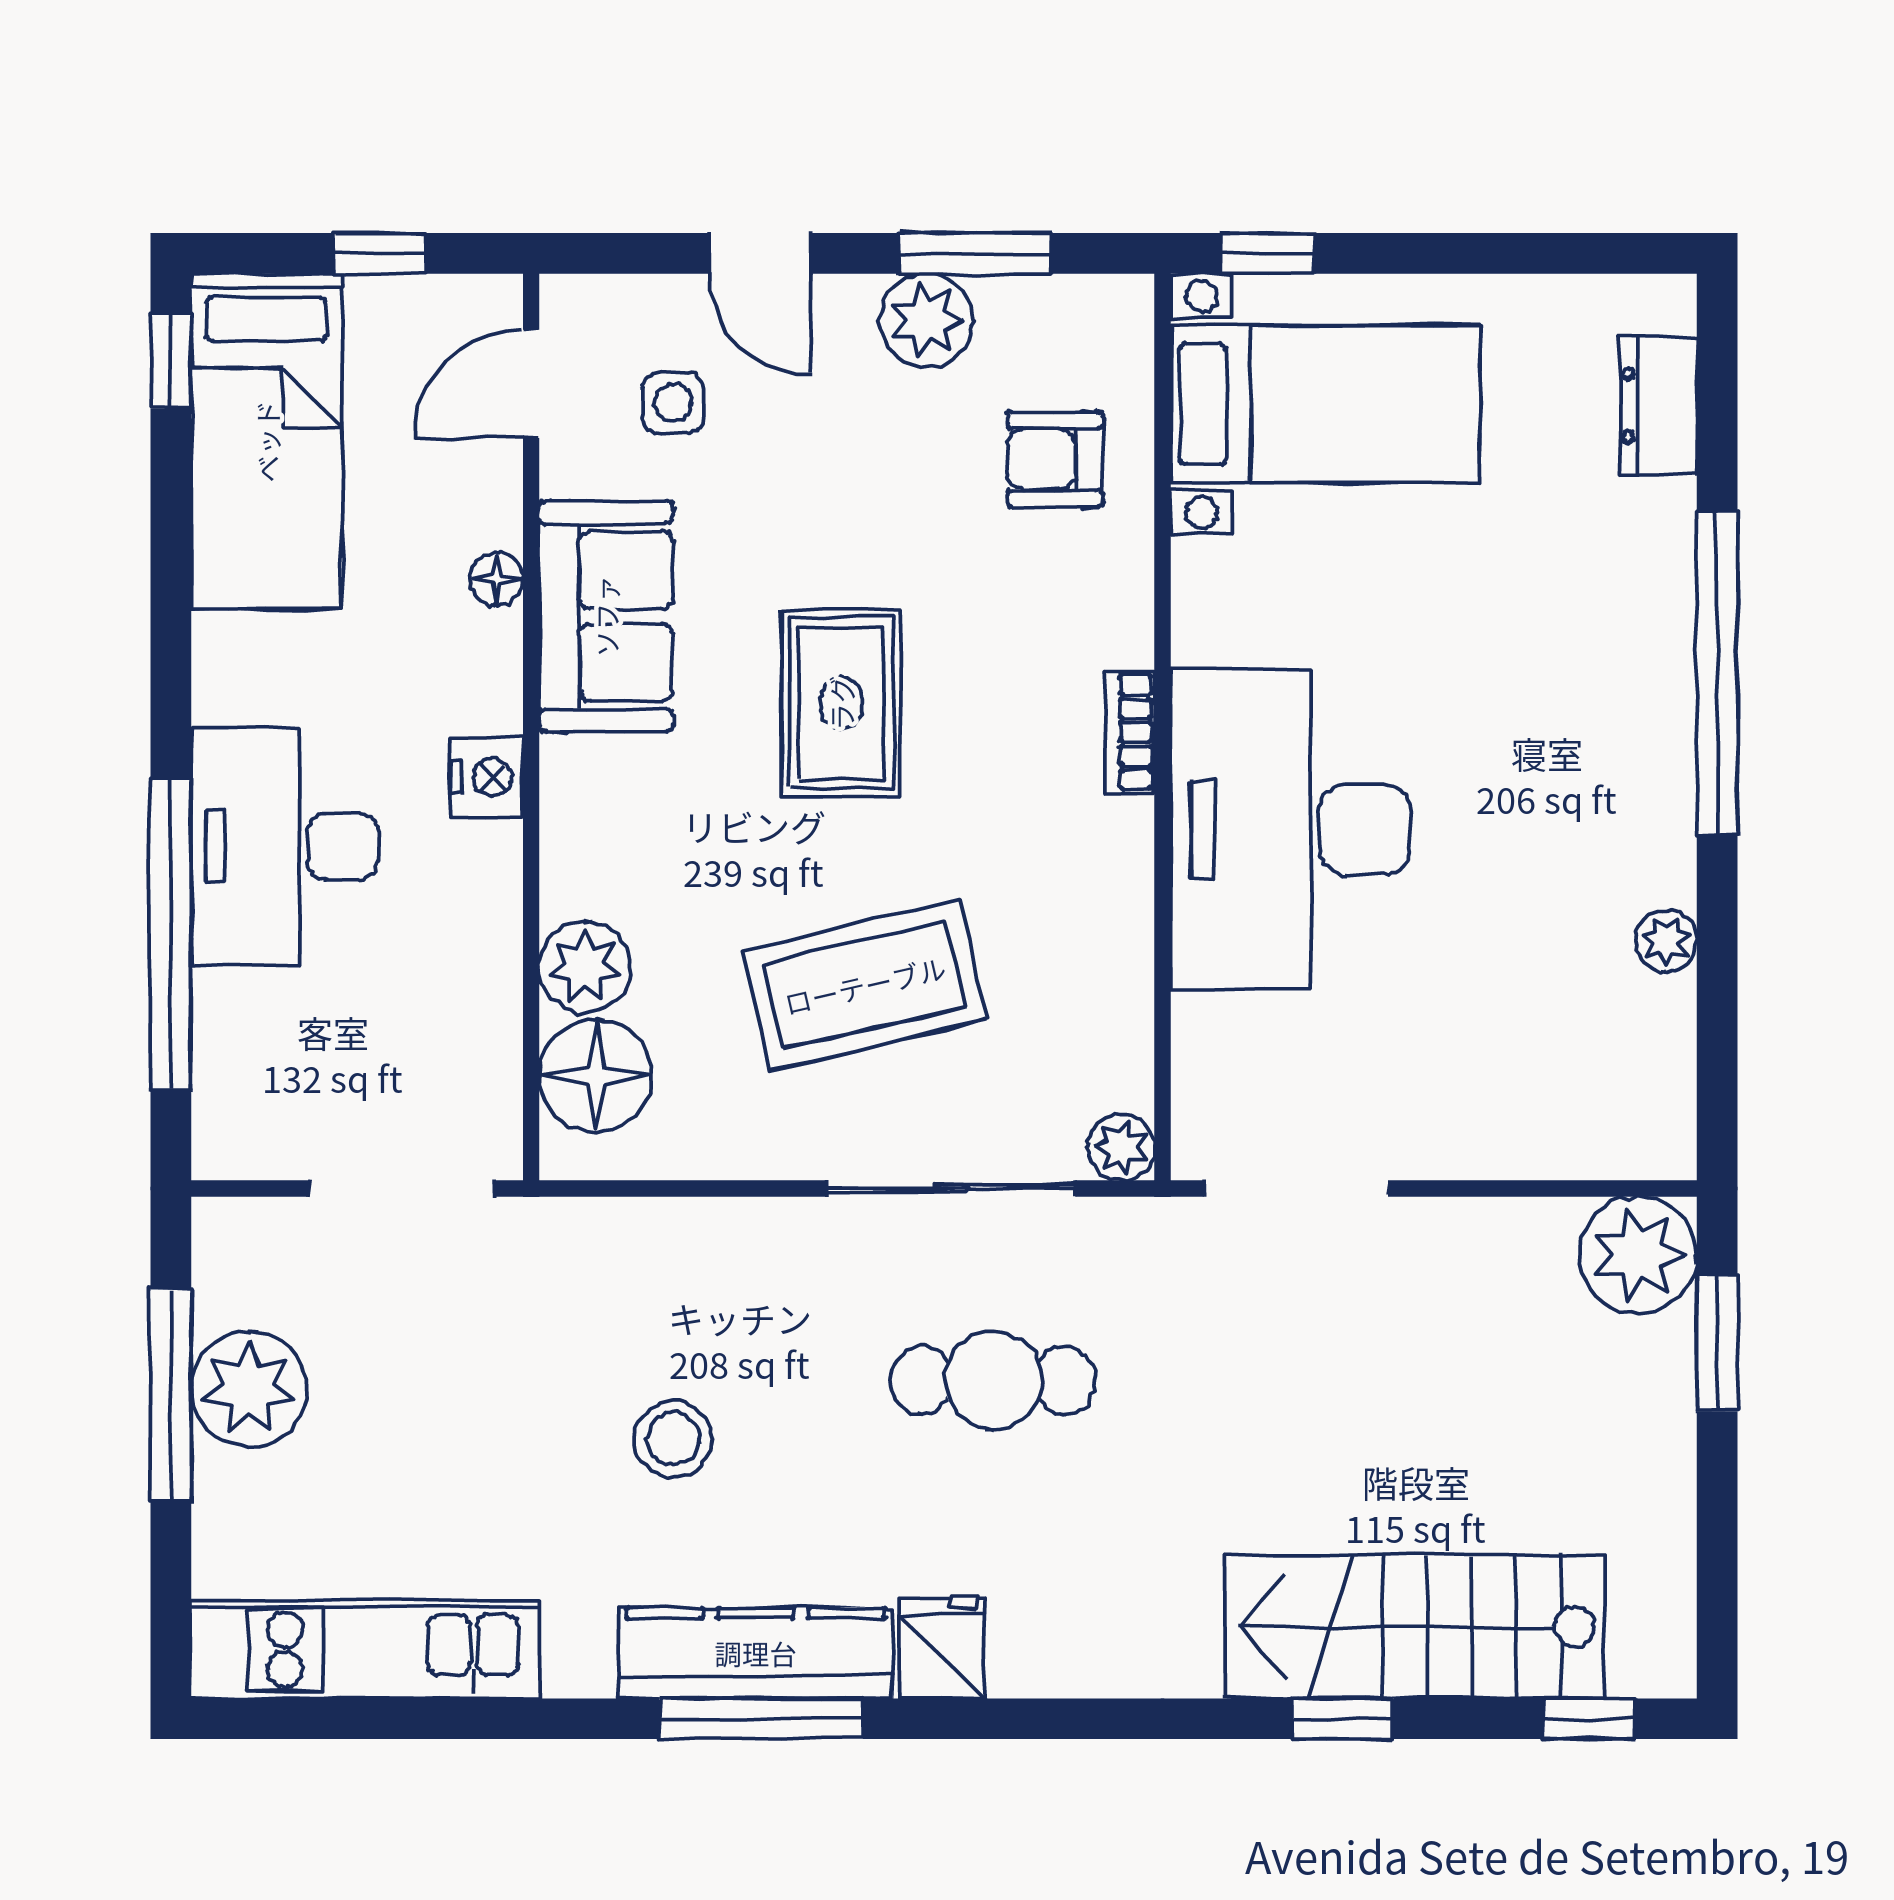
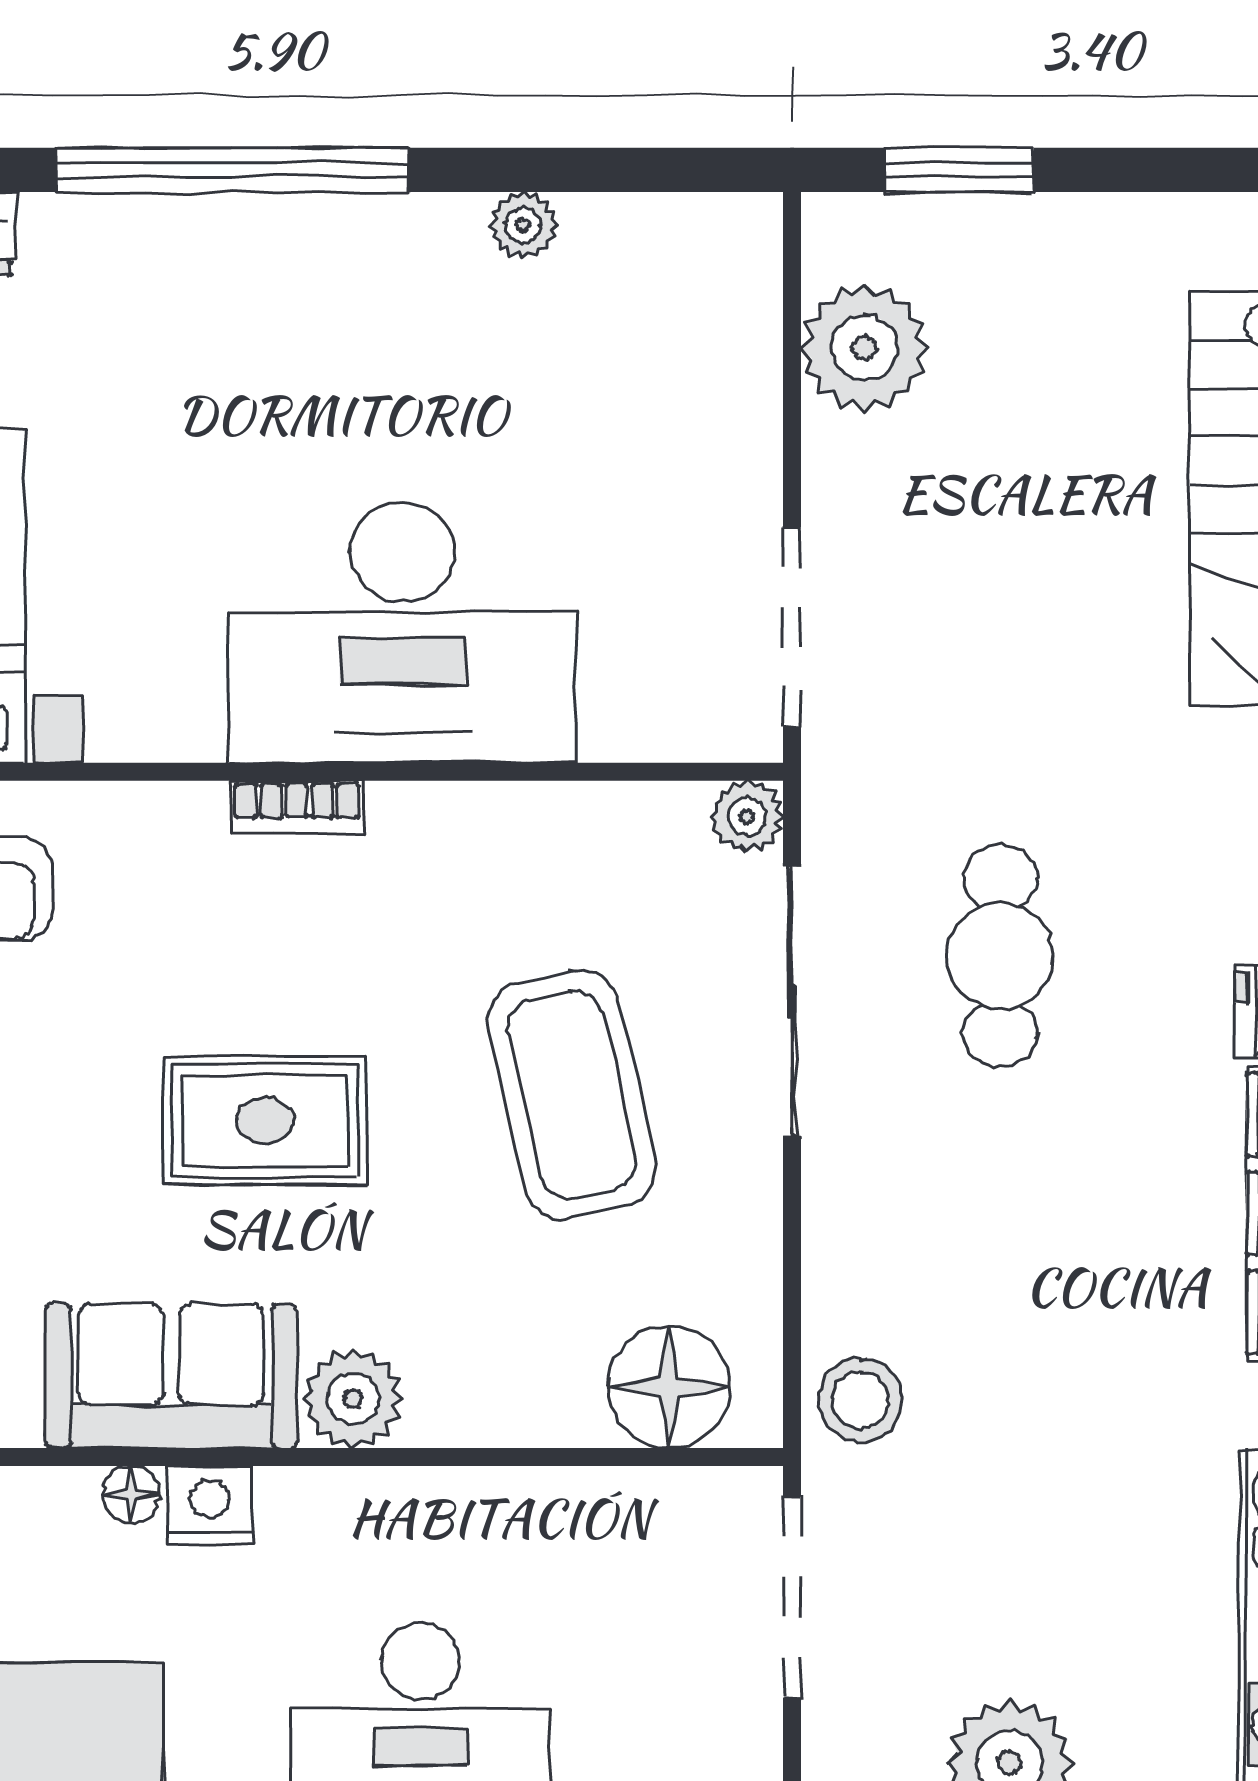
nightstand: (487, 777) -> (210, 1505), moved
plant: (585, 967) -> (353, 1399), moved
plant: (1638, 1255) -> (864, 348), moved
stool: (673, 1439) -> (860, 1400), moved

